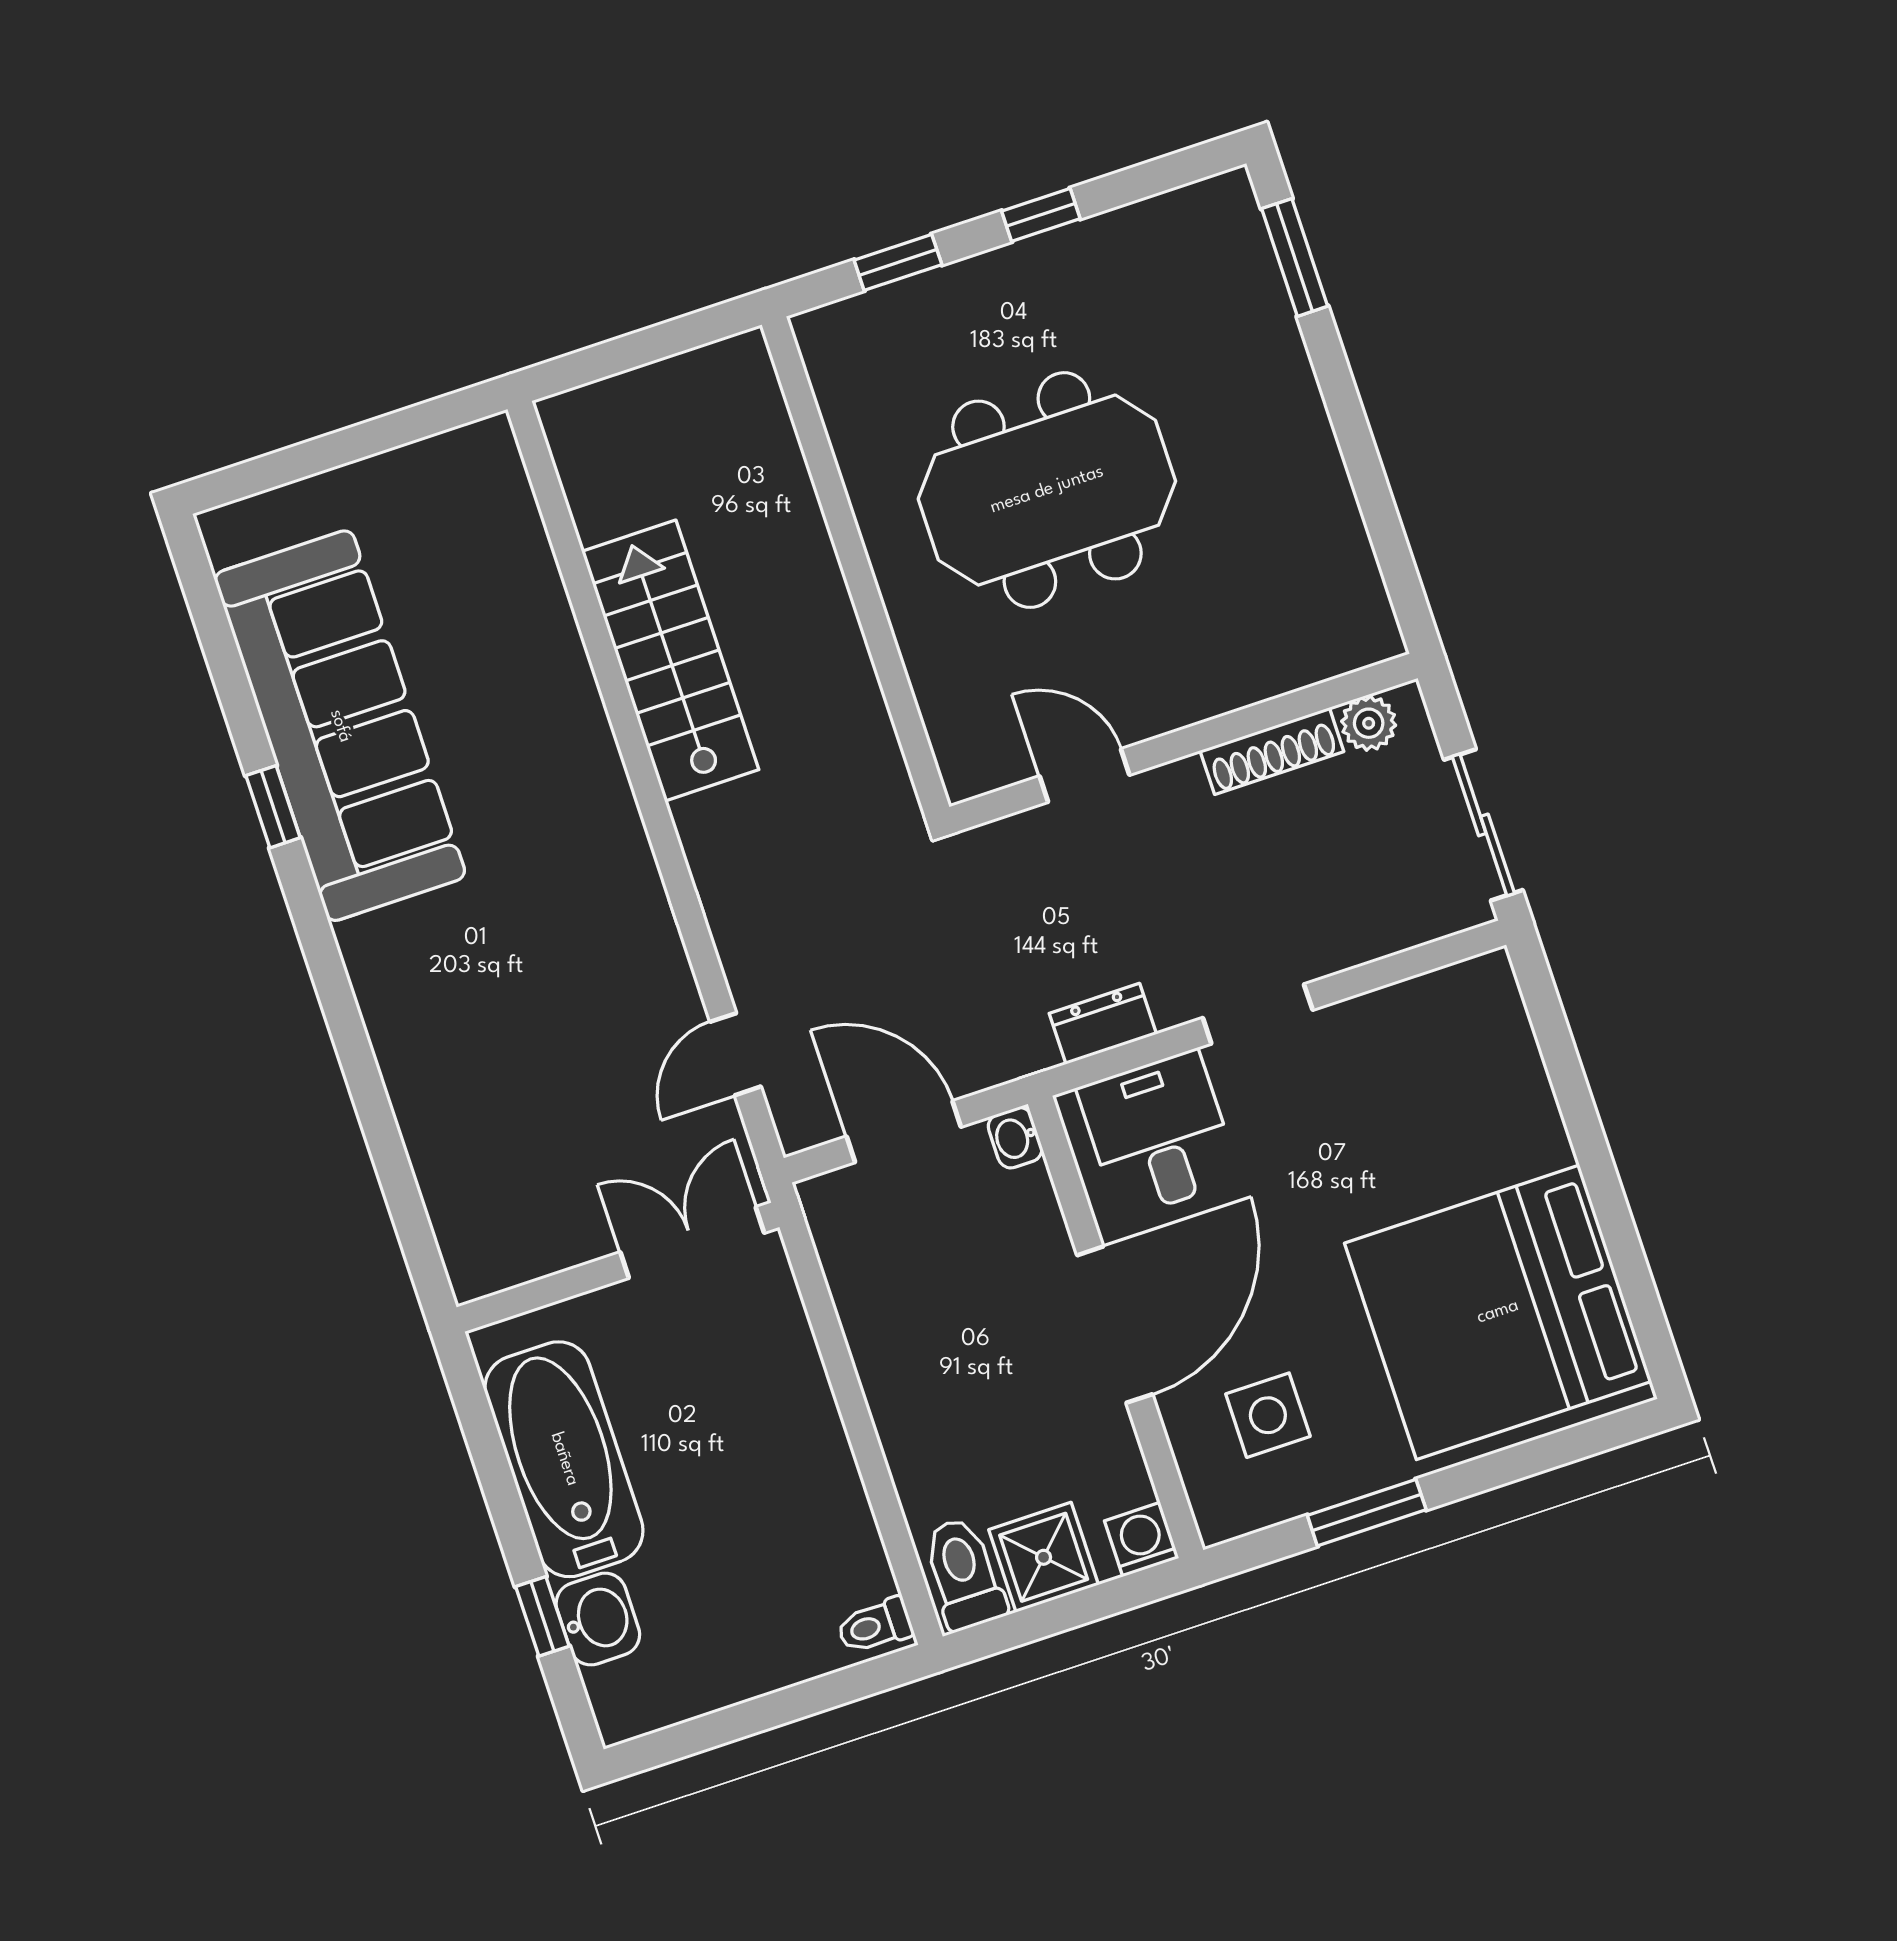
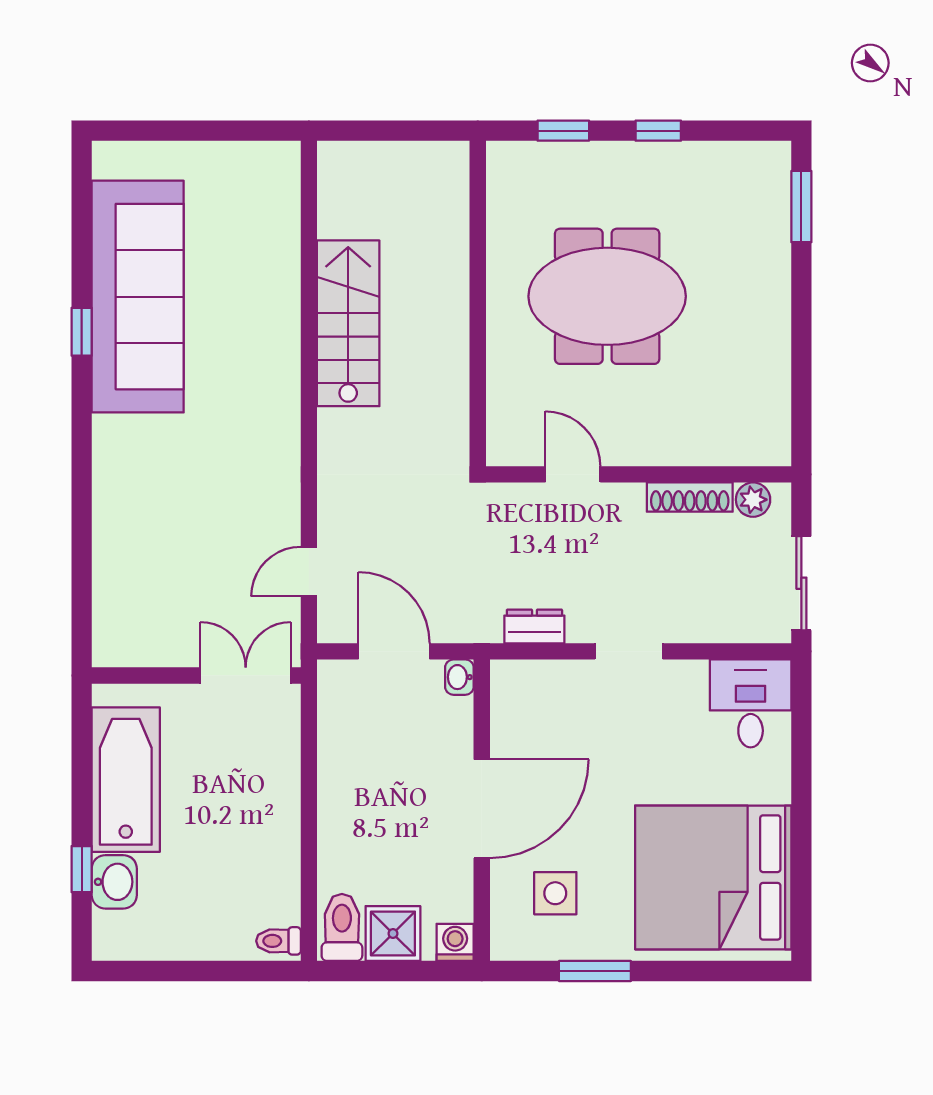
desk: (1159, 1134) -> (751, 703), moved

